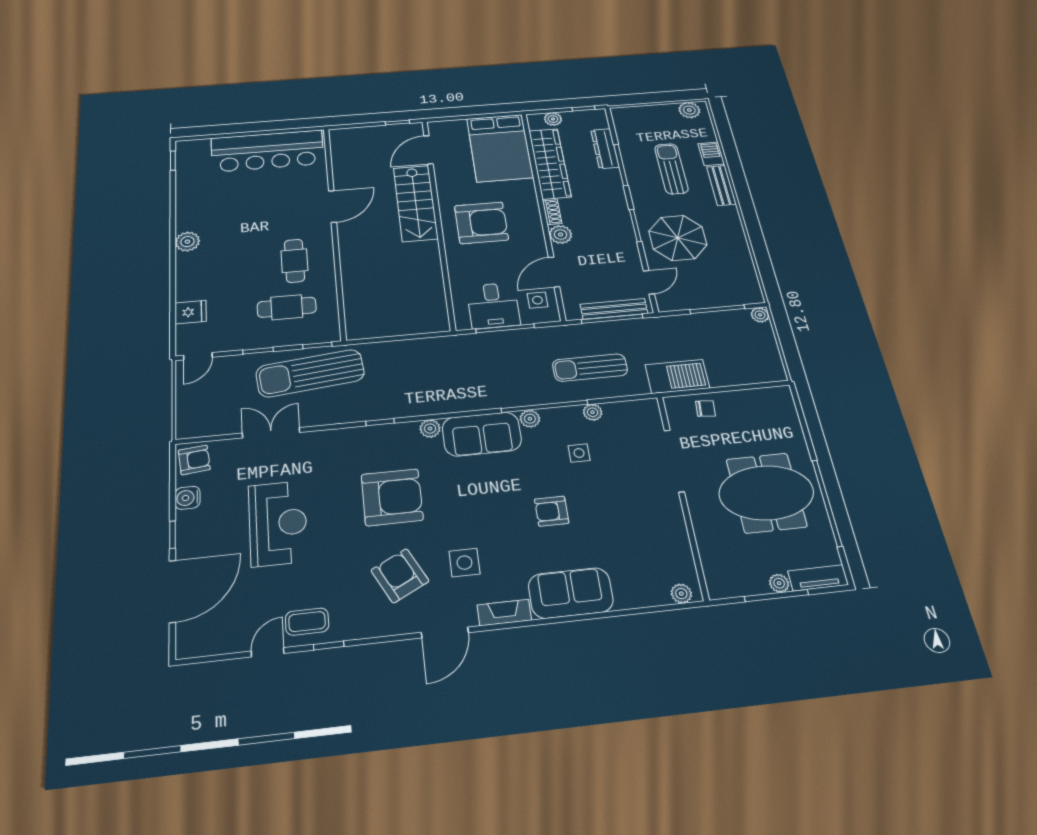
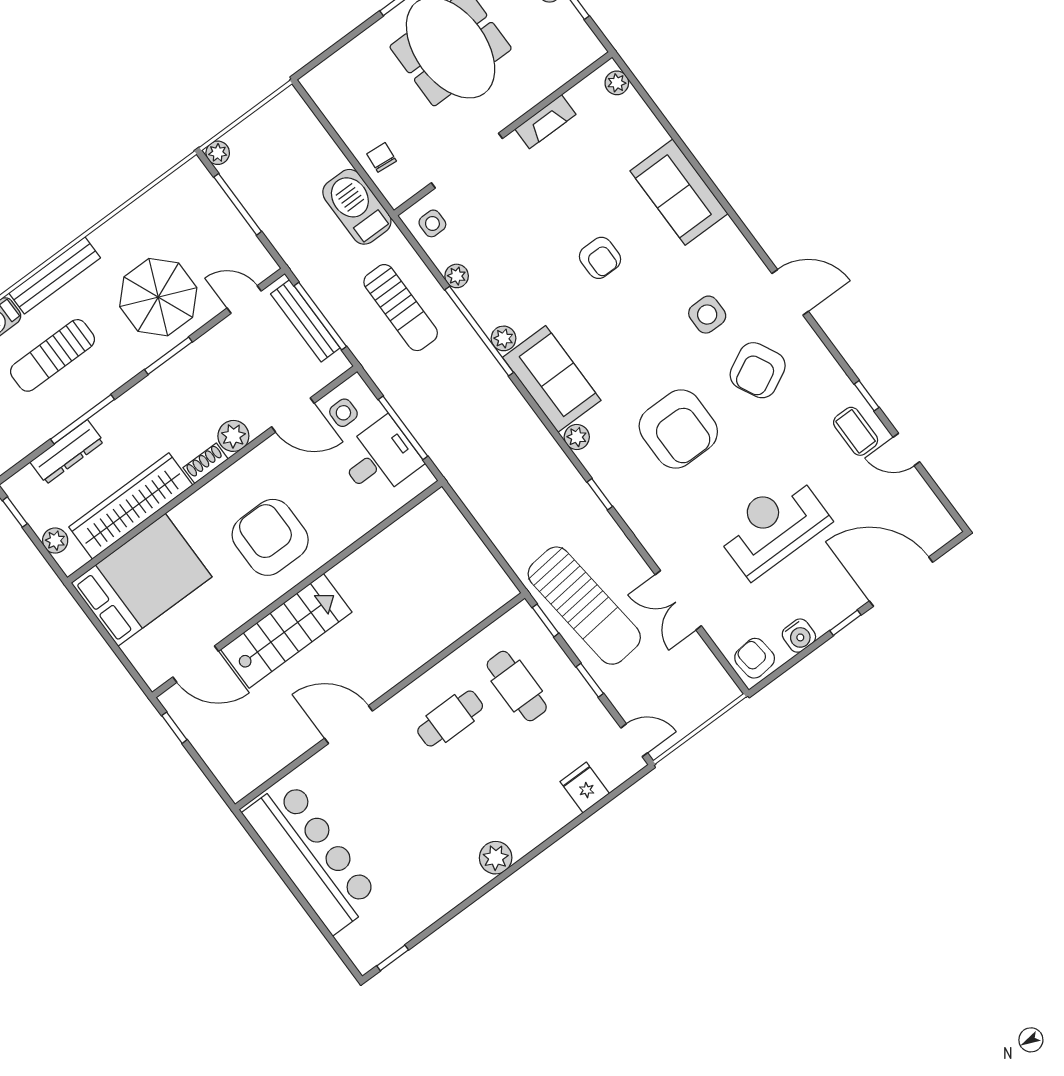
bench: (721, 185) -> (55, 275), width x1.36
side table: (579, 453) -> (432, 223), moved
armchair: (392, 497) -> (678, 429), turned 180
fireplace: (504, 613) -> (545, 122), moved, turned -90

